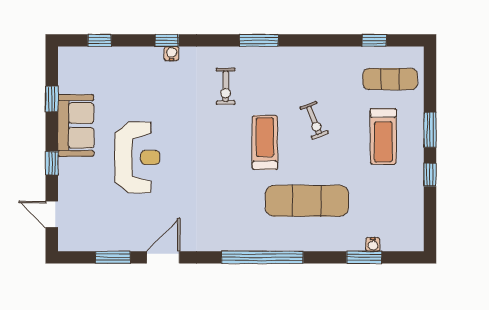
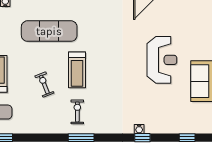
exercise bike: (226, 86) -> (77, 112), moved
reception desk: (137, 157) -> (162, 60), turned 180

